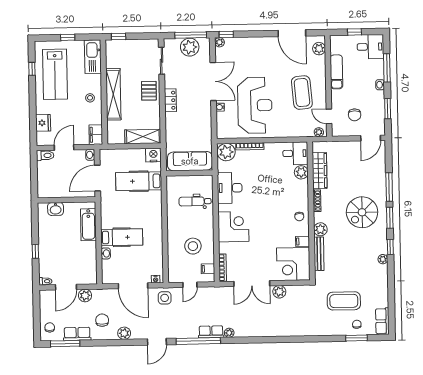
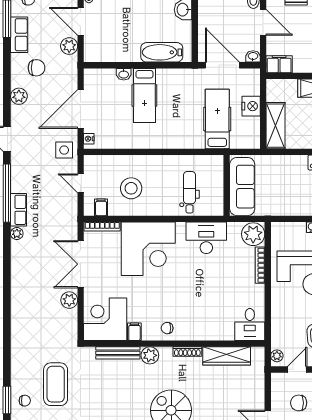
nightstand: (153, 155) -> (251, 106), moved
plant: (301, 172) -> (225, 332), removed
corner desk: (233, 227) -> (148, 249), width x1.36, depth x1.36

